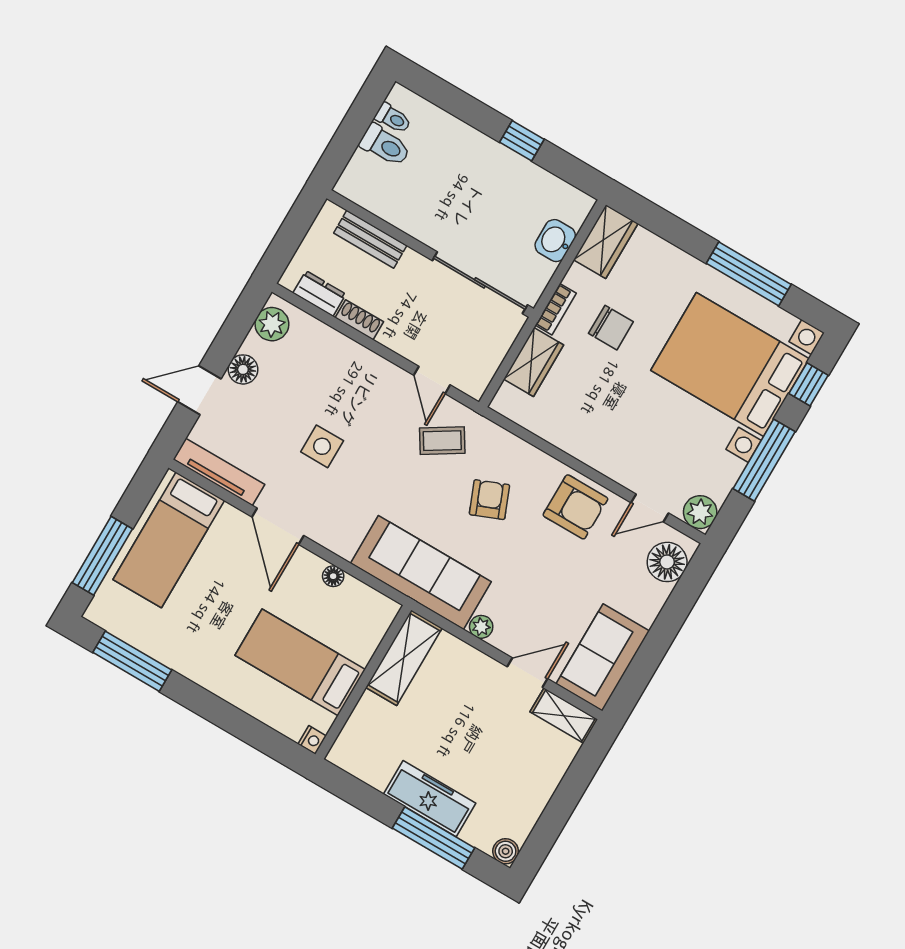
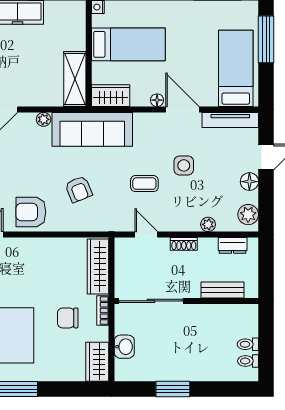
window: (522, 141) -> (173, 389), width x1.50
toilet: (385, 145) -> (248, 344), width x0.73, depth x0.72
shoe rack: (359, 320) -> (184, 244), moved
plant: (337, 343) -> (208, 224), added
wardrobe: (534, 362) -> (98, 267), width x1.50
coffee table: (442, 441) -> (144, 184), moved, turned 32
floor lamp: (333, 576) -> (157, 100), moved
wardrobe: (367, 605) -> (111, 96), added

